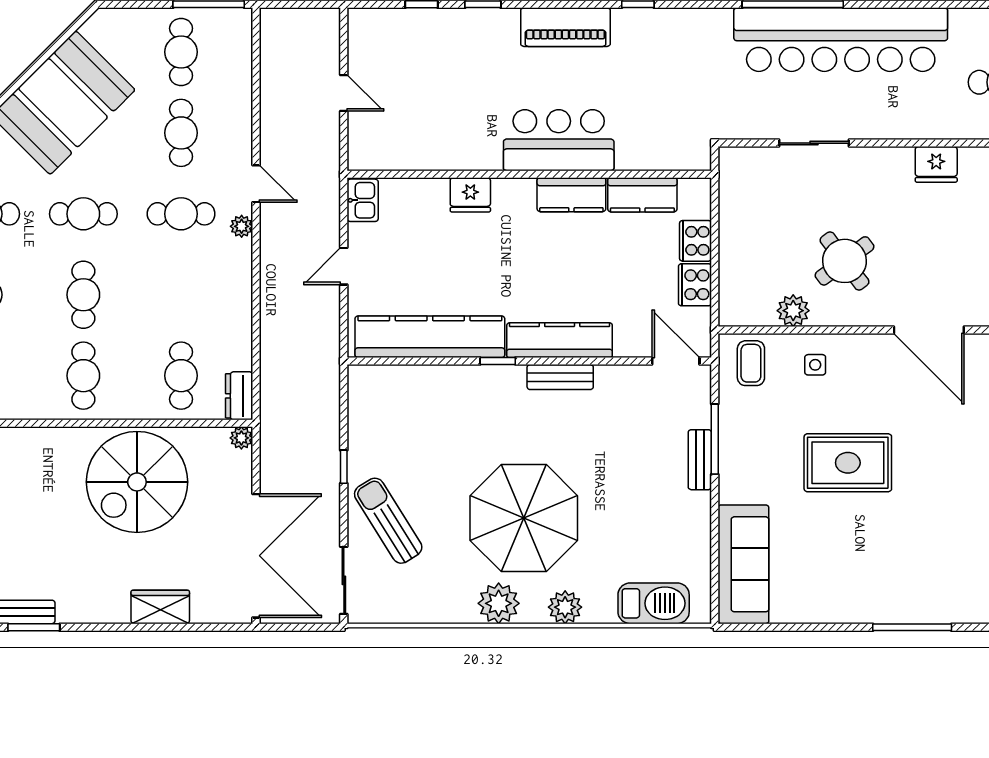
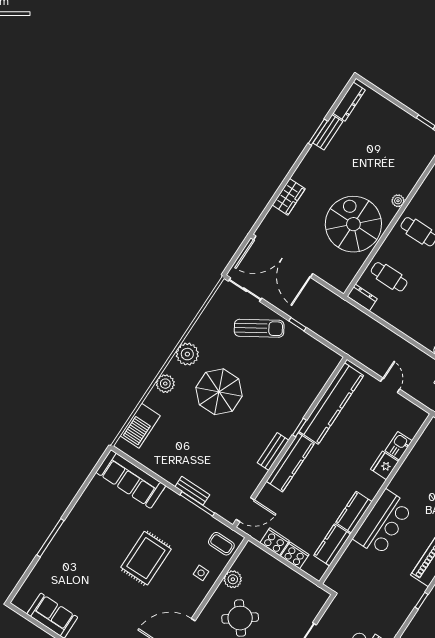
kitchen sink: (363, 200) -> (399, 446), moved, turned 90
plant: (241, 438) -> (398, 201), moved
parasol: (524, 518) -> (219, 392), width x0.73, depth x0.73

